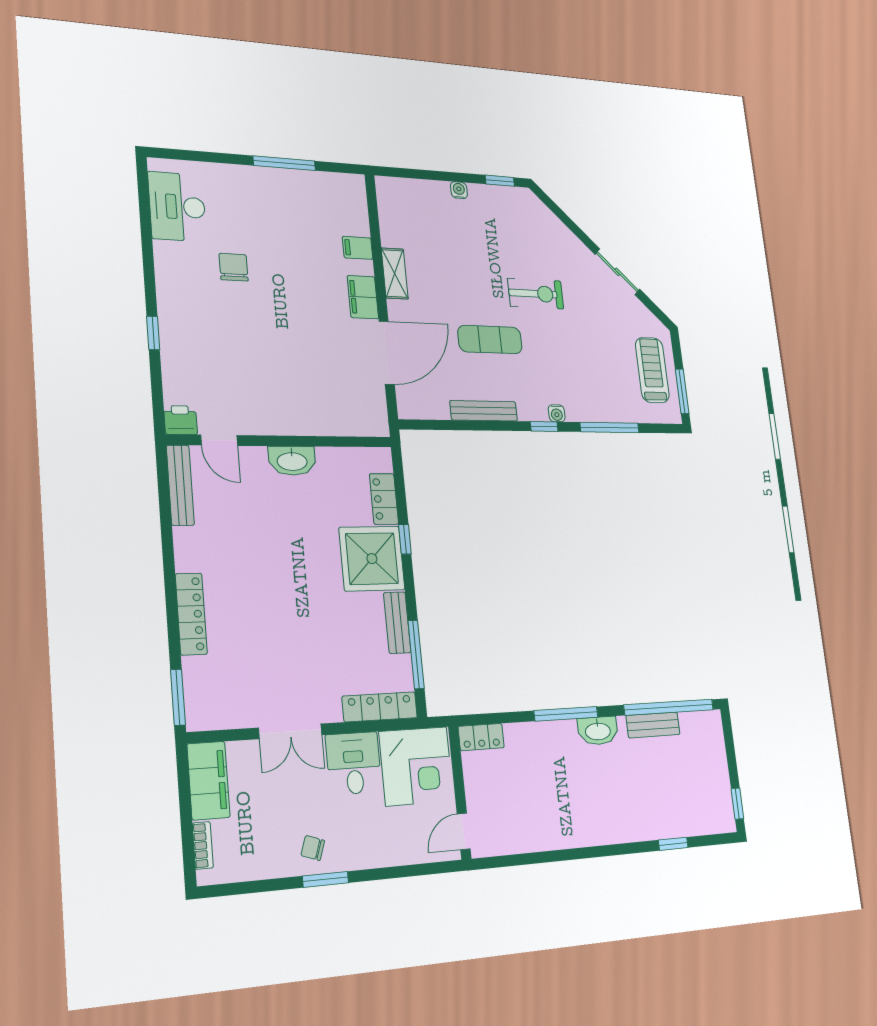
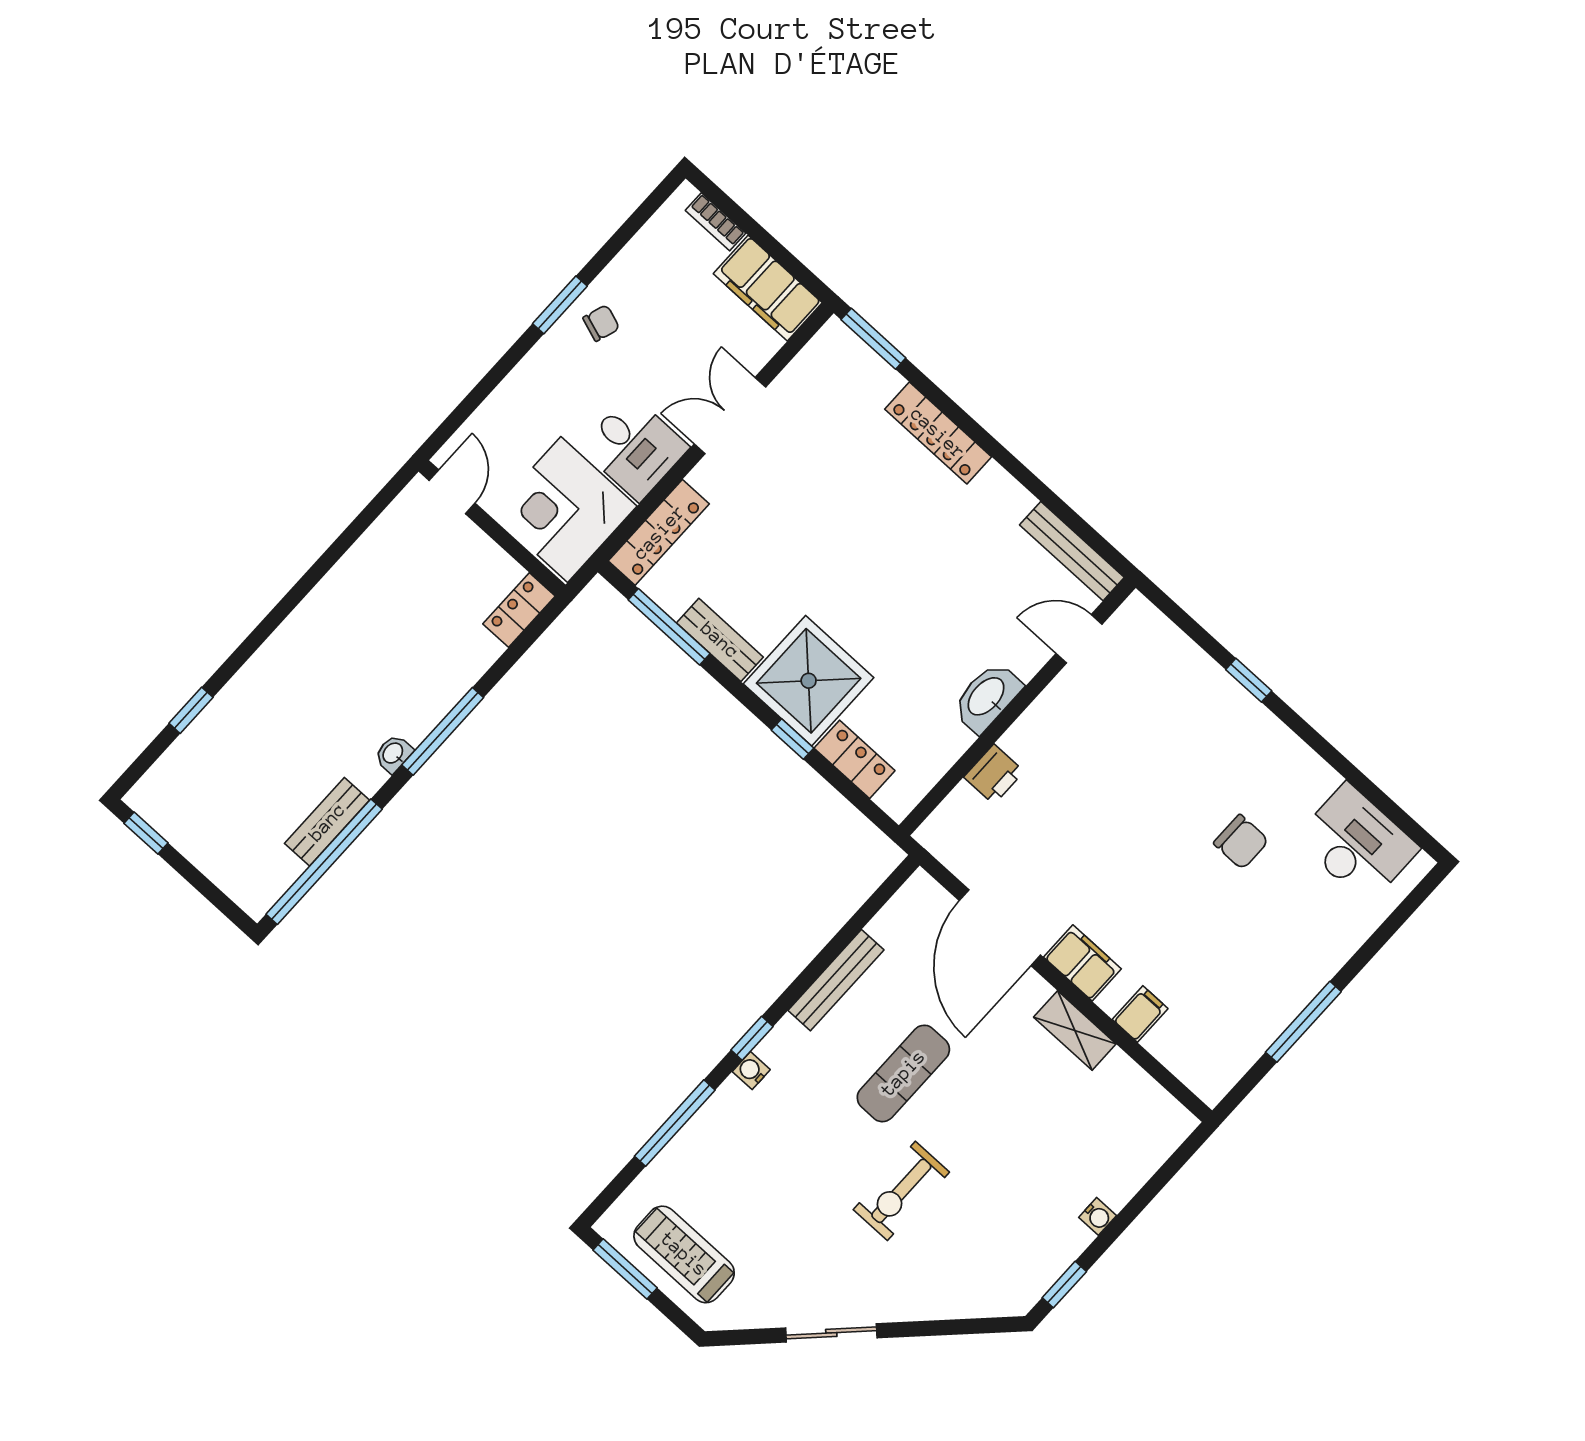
treadmill: (652, 370) -> (684, 1254), turned 180
printer: (181, 420) -> (994, 774), moved
washbasin: (598, 731) -> (393, 754), width x0.52, depth x0.69

